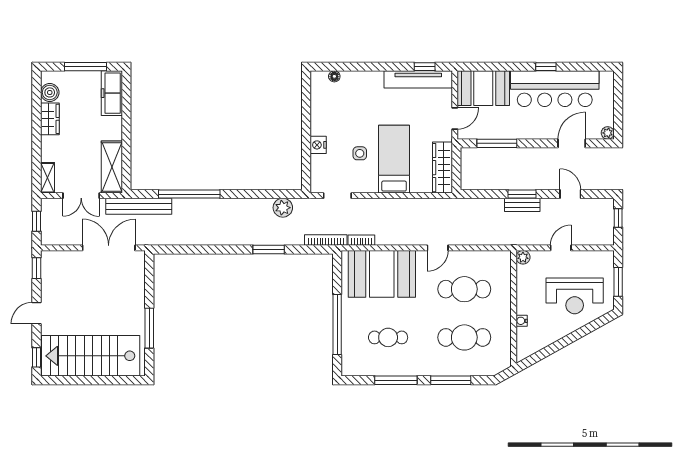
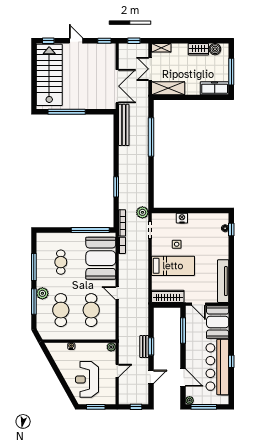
window: (425, 67) -> (231, 230), moved
window: (618, 110) -> (204, 407), added
bench: (139, 206) -> (124, 125), moved
plant: (283, 208) -> (142, 212), moved
door: (561, 248) -> (117, 371), hinge flipped
window: (337, 325) -> (90, 230), moved
window: (149, 328) -> (67, 112), width x1.46
plant: (438, 367) -> (42, 293), added

